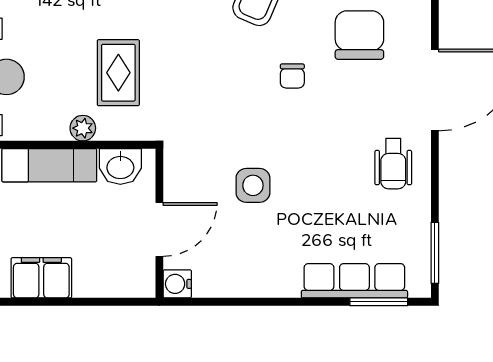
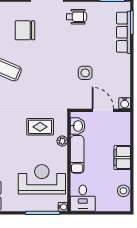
chair: (292, 76) -> (41, 57), removed

